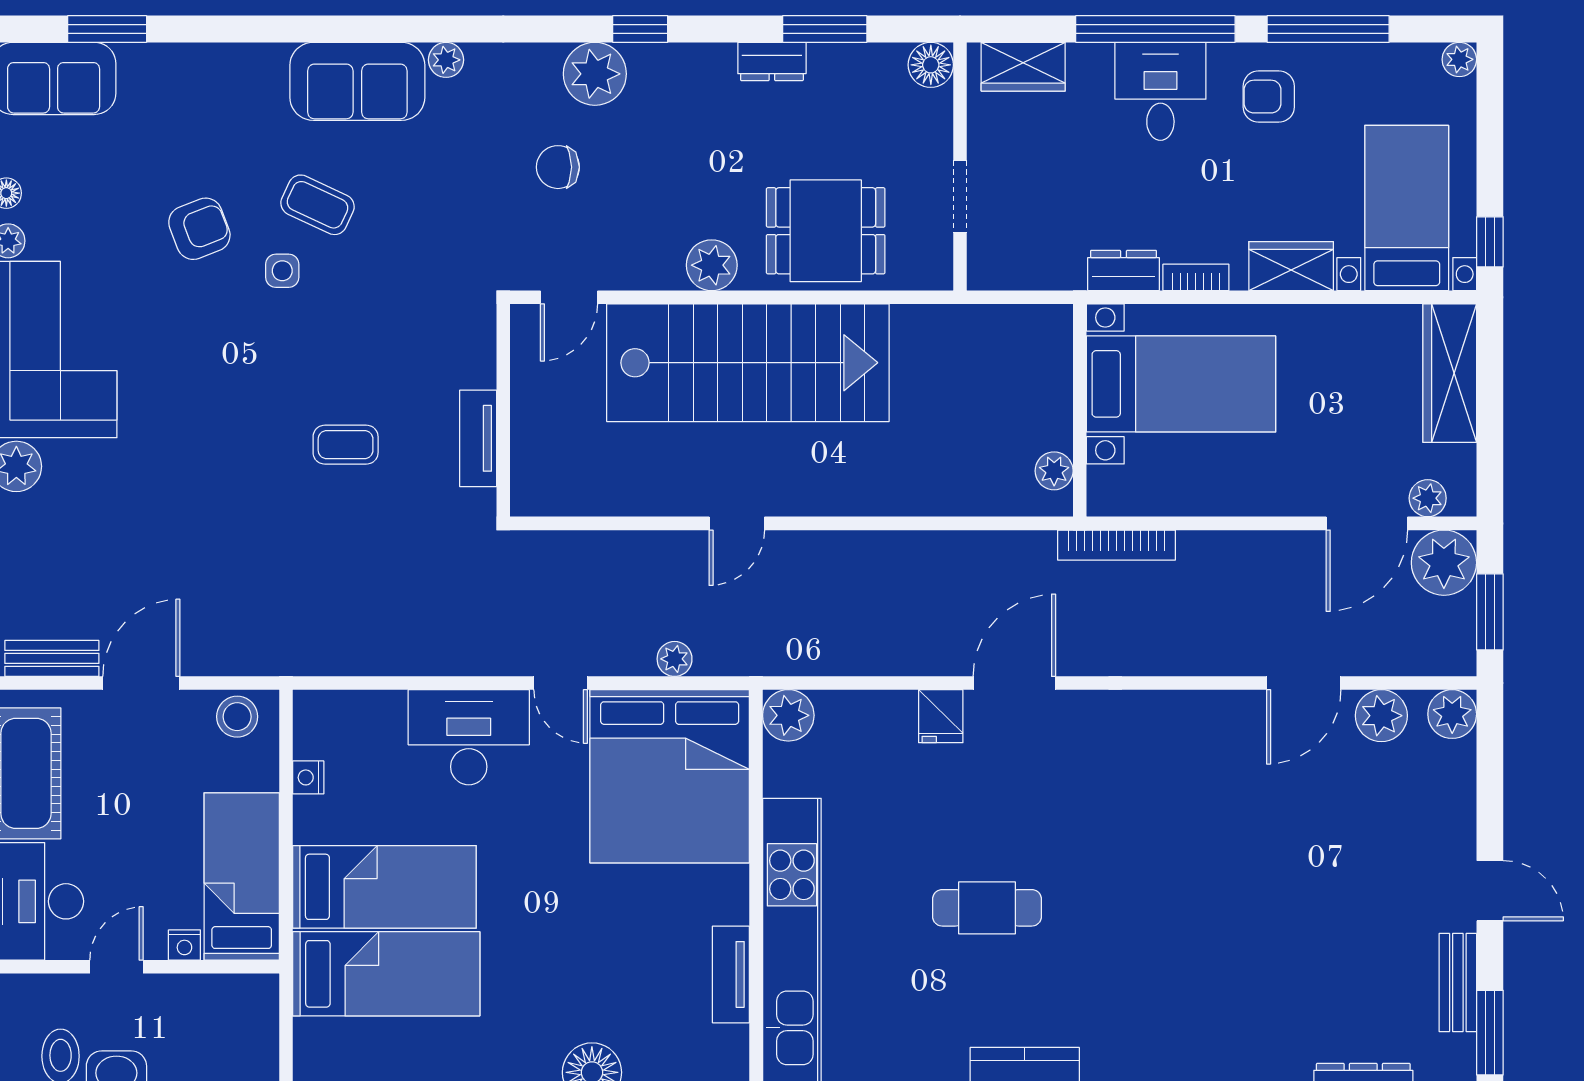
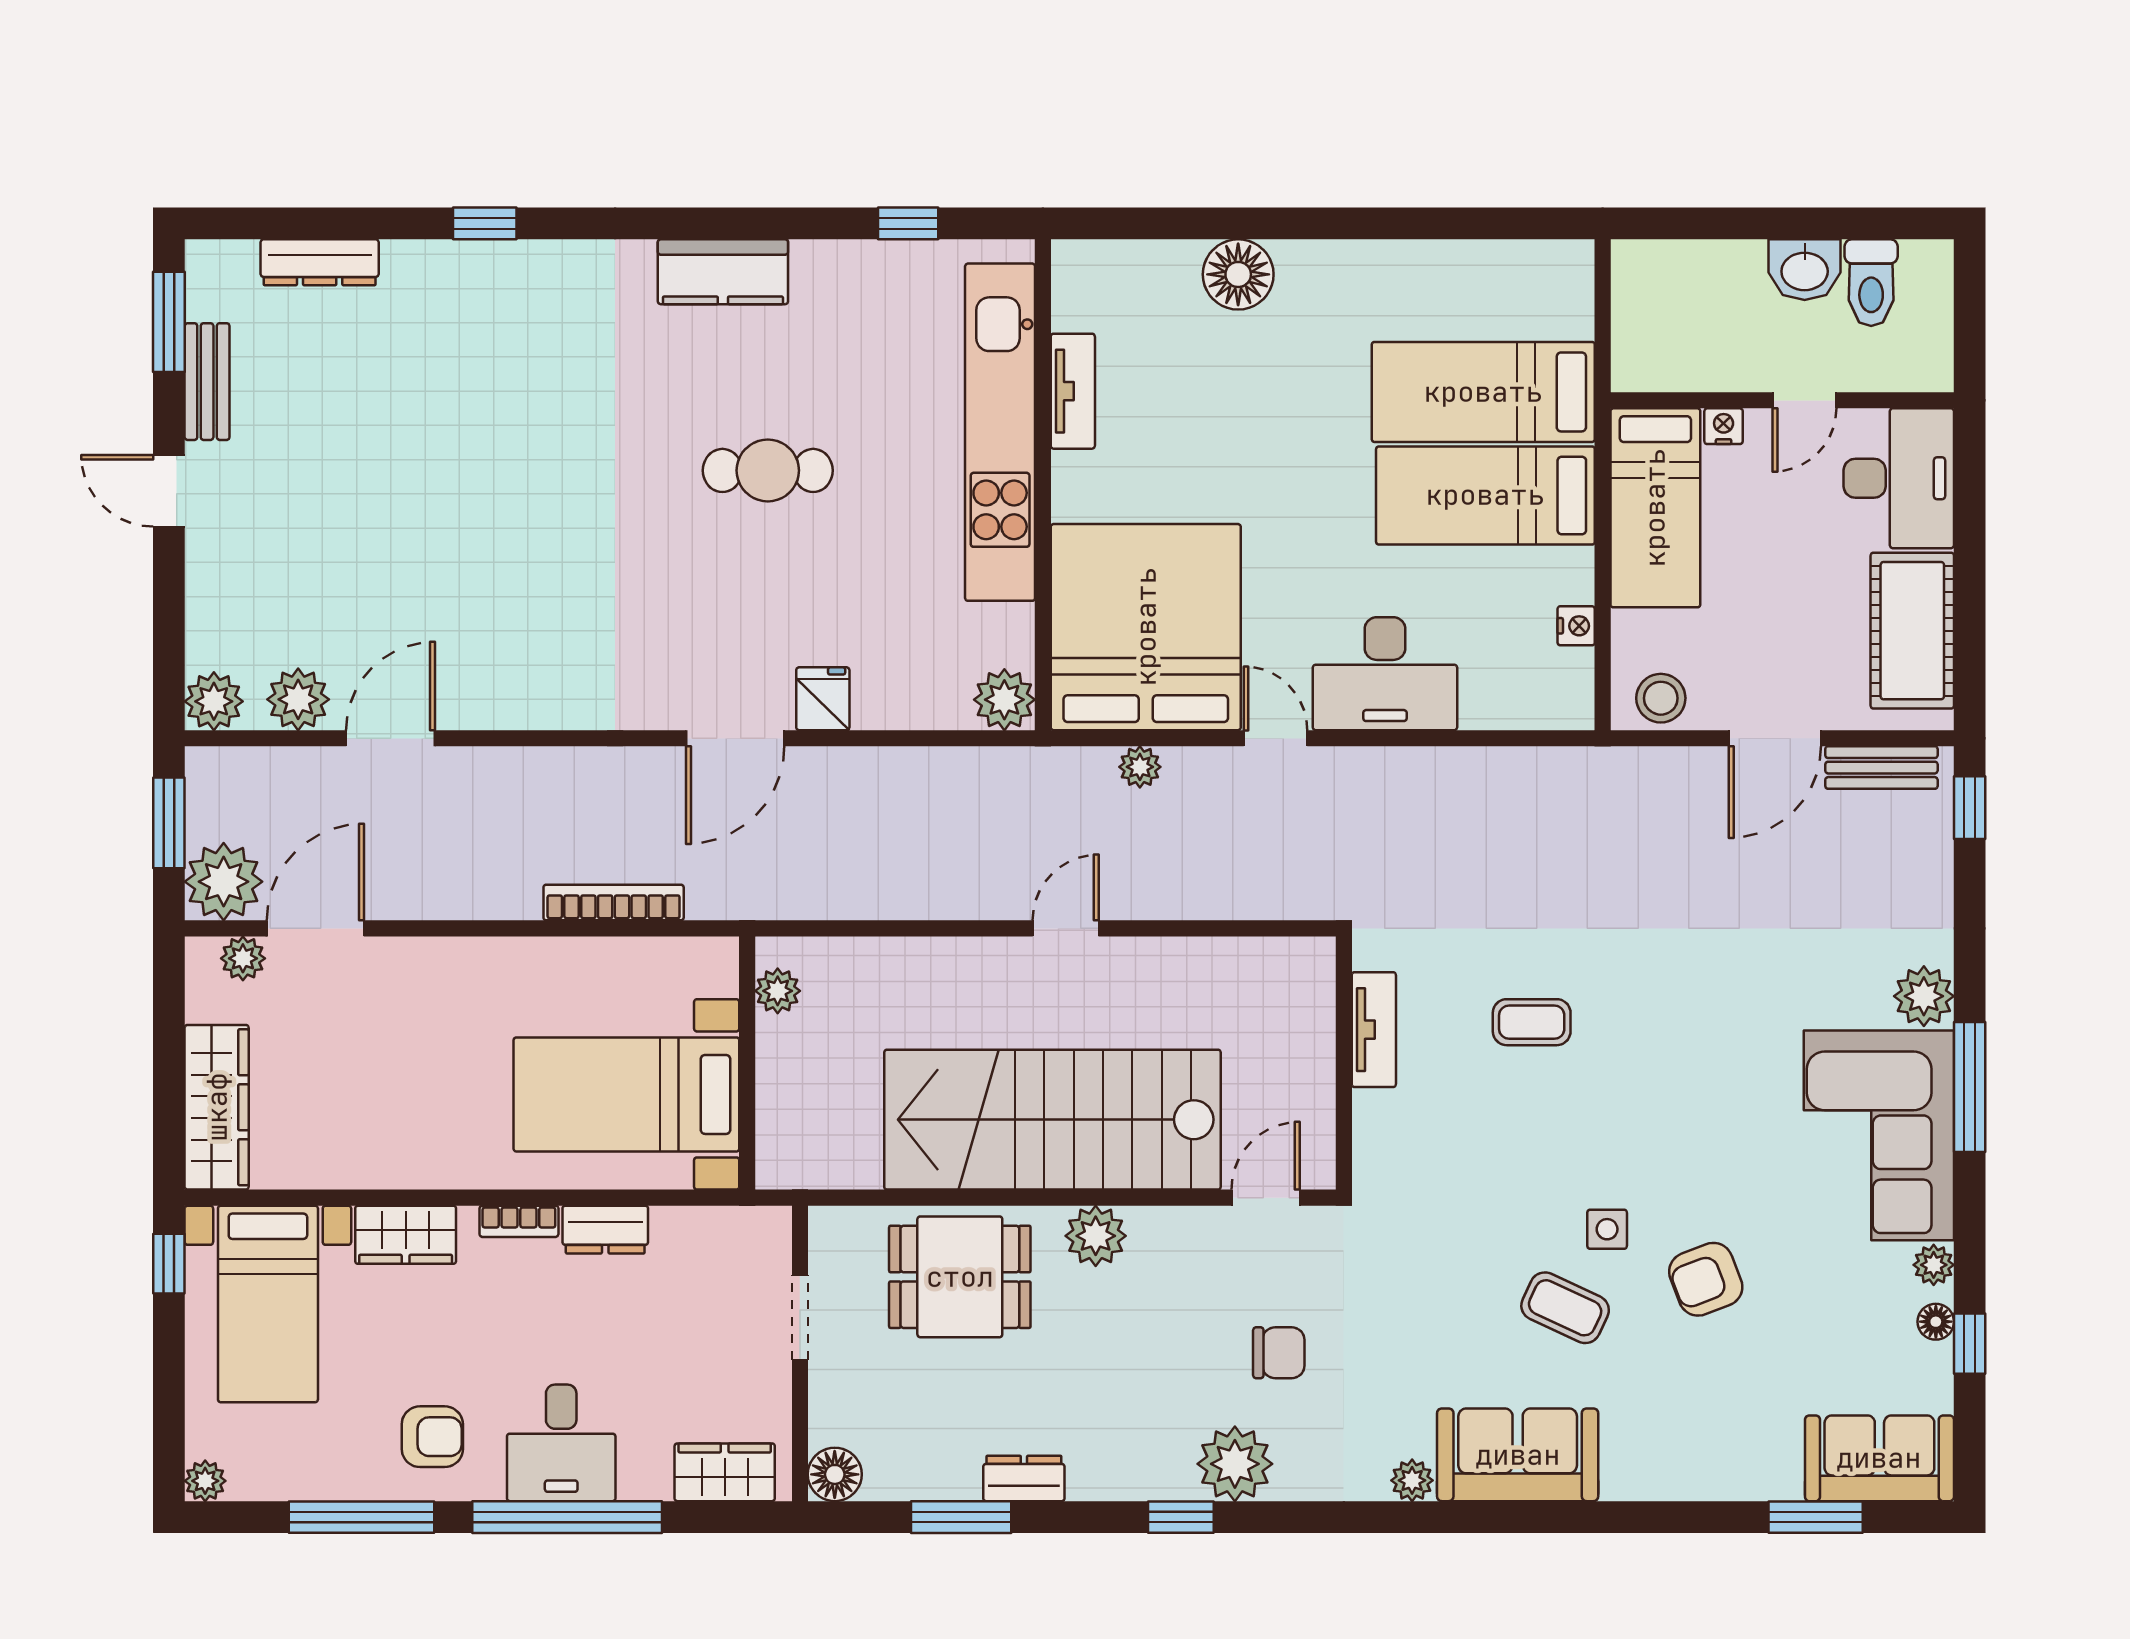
bed with nightstands: (1181, 384) -> (626, 1094), moved
wall: (1080, 410) -> (747, 1063), moved
plant: (1054, 471) -> (778, 991), moved

